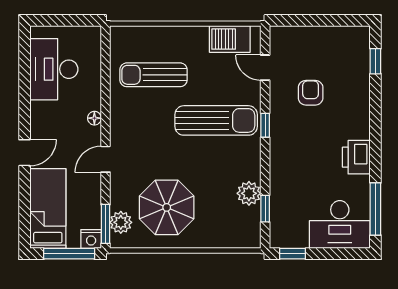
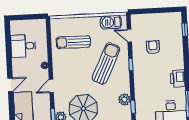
desk: (54, 69) -> (23, 46), width x0.73
sun lounger: (216, 120) -> (106, 64), turned -64

